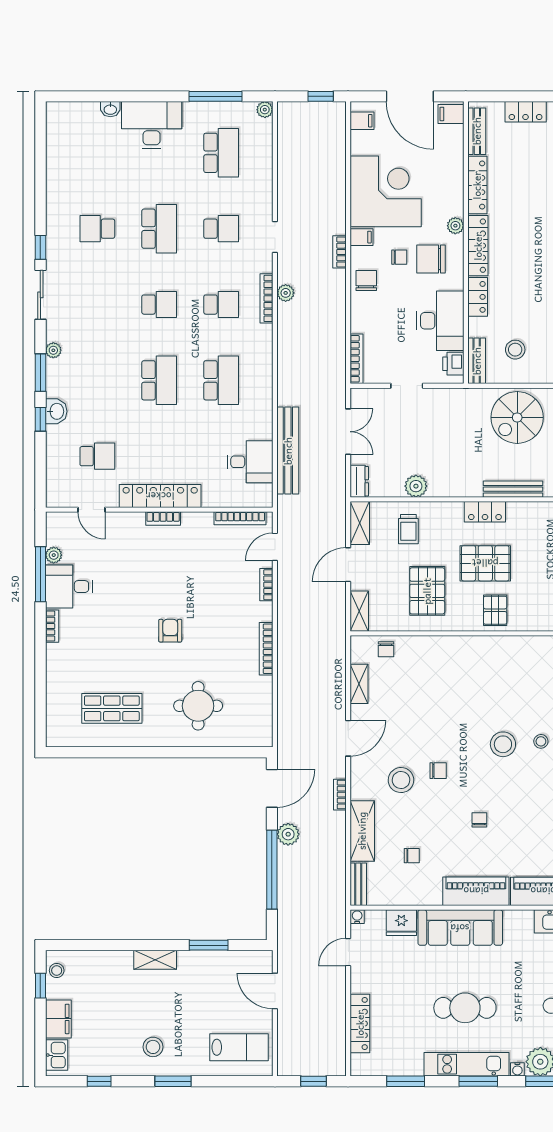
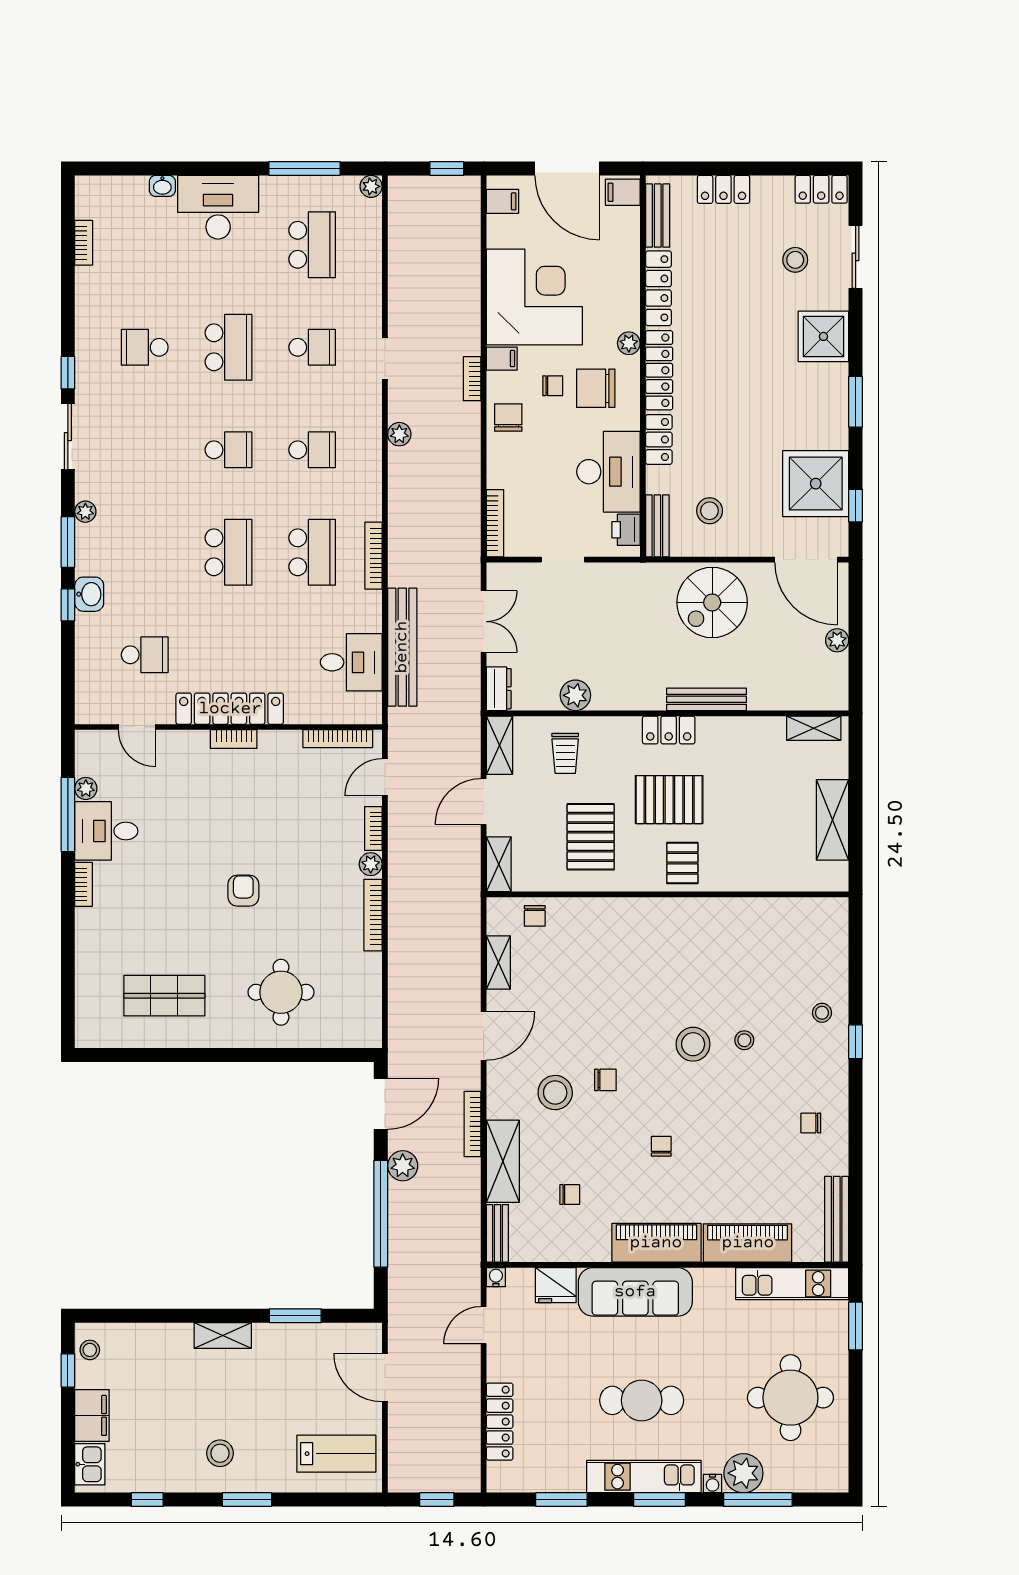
bookcase: (52, 151) -> (84, 243), added
bookcase: (267, 298) -> (374, 556), moved
plant: (264, 611) -> (371, 864), added
bookcase: (340, 795) -> (473, 1124), width x1.56

